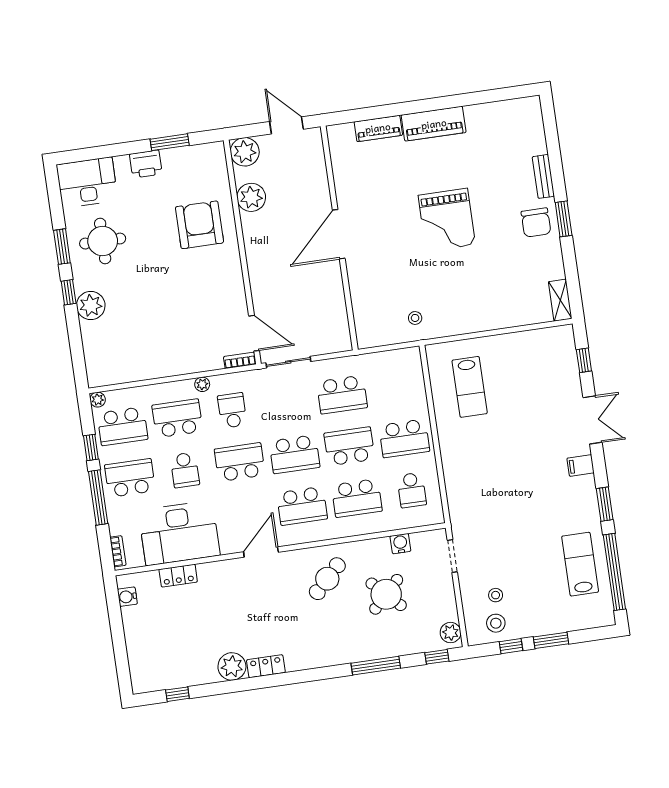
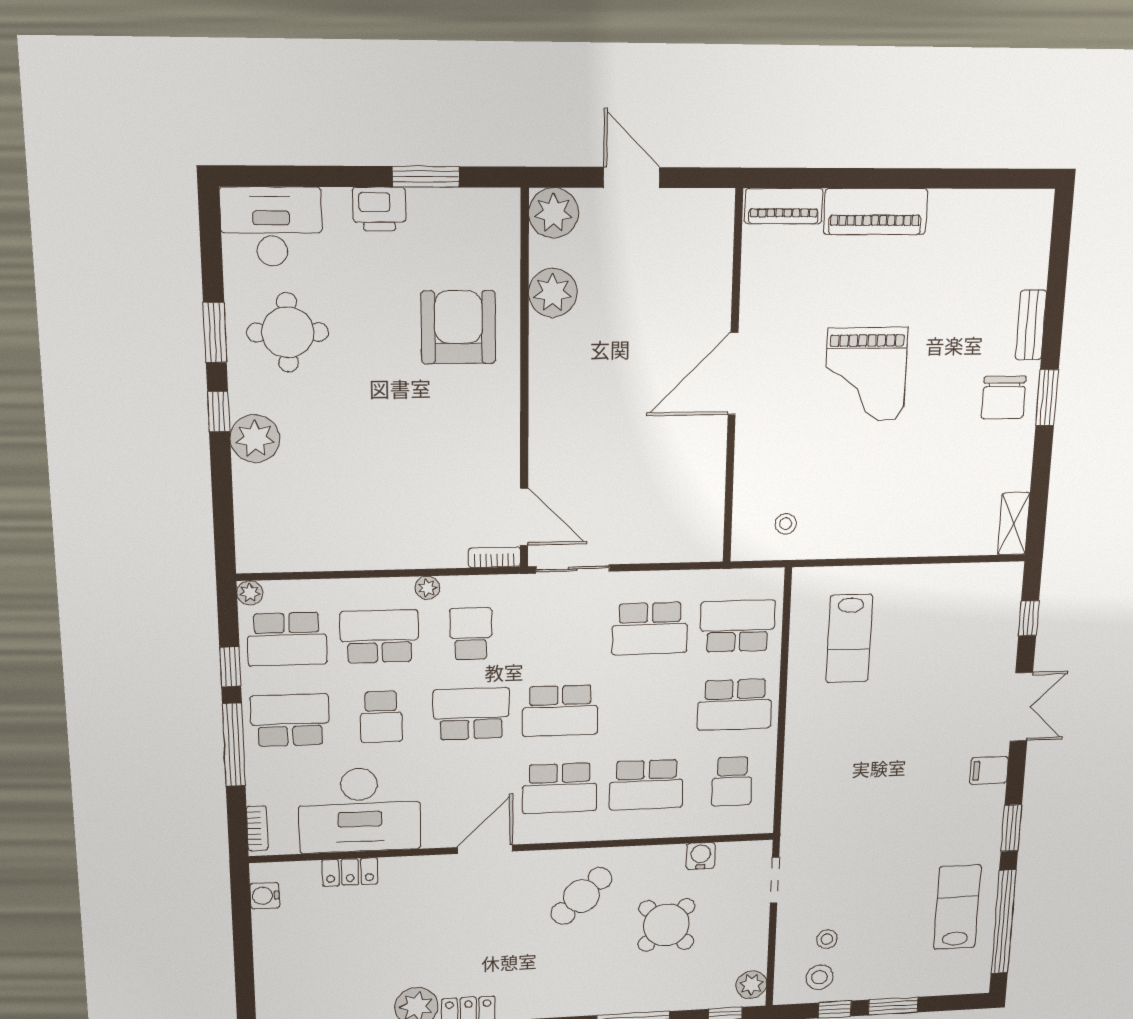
door: (339, 234) -> (733, 374), moved
wall: (339, 238) -> (733, 380), moved
school desk: (349, 446) -> (738, 626), moved

